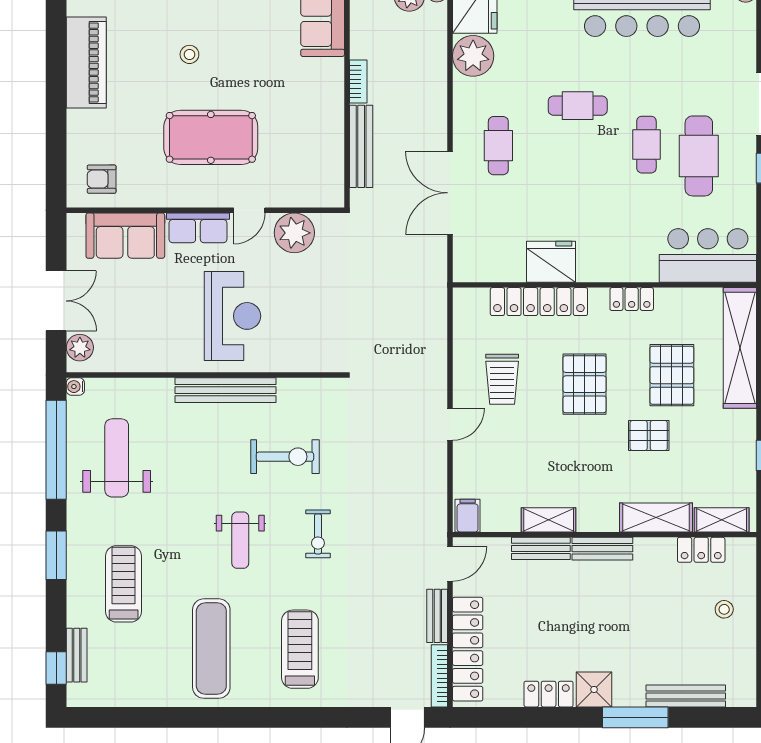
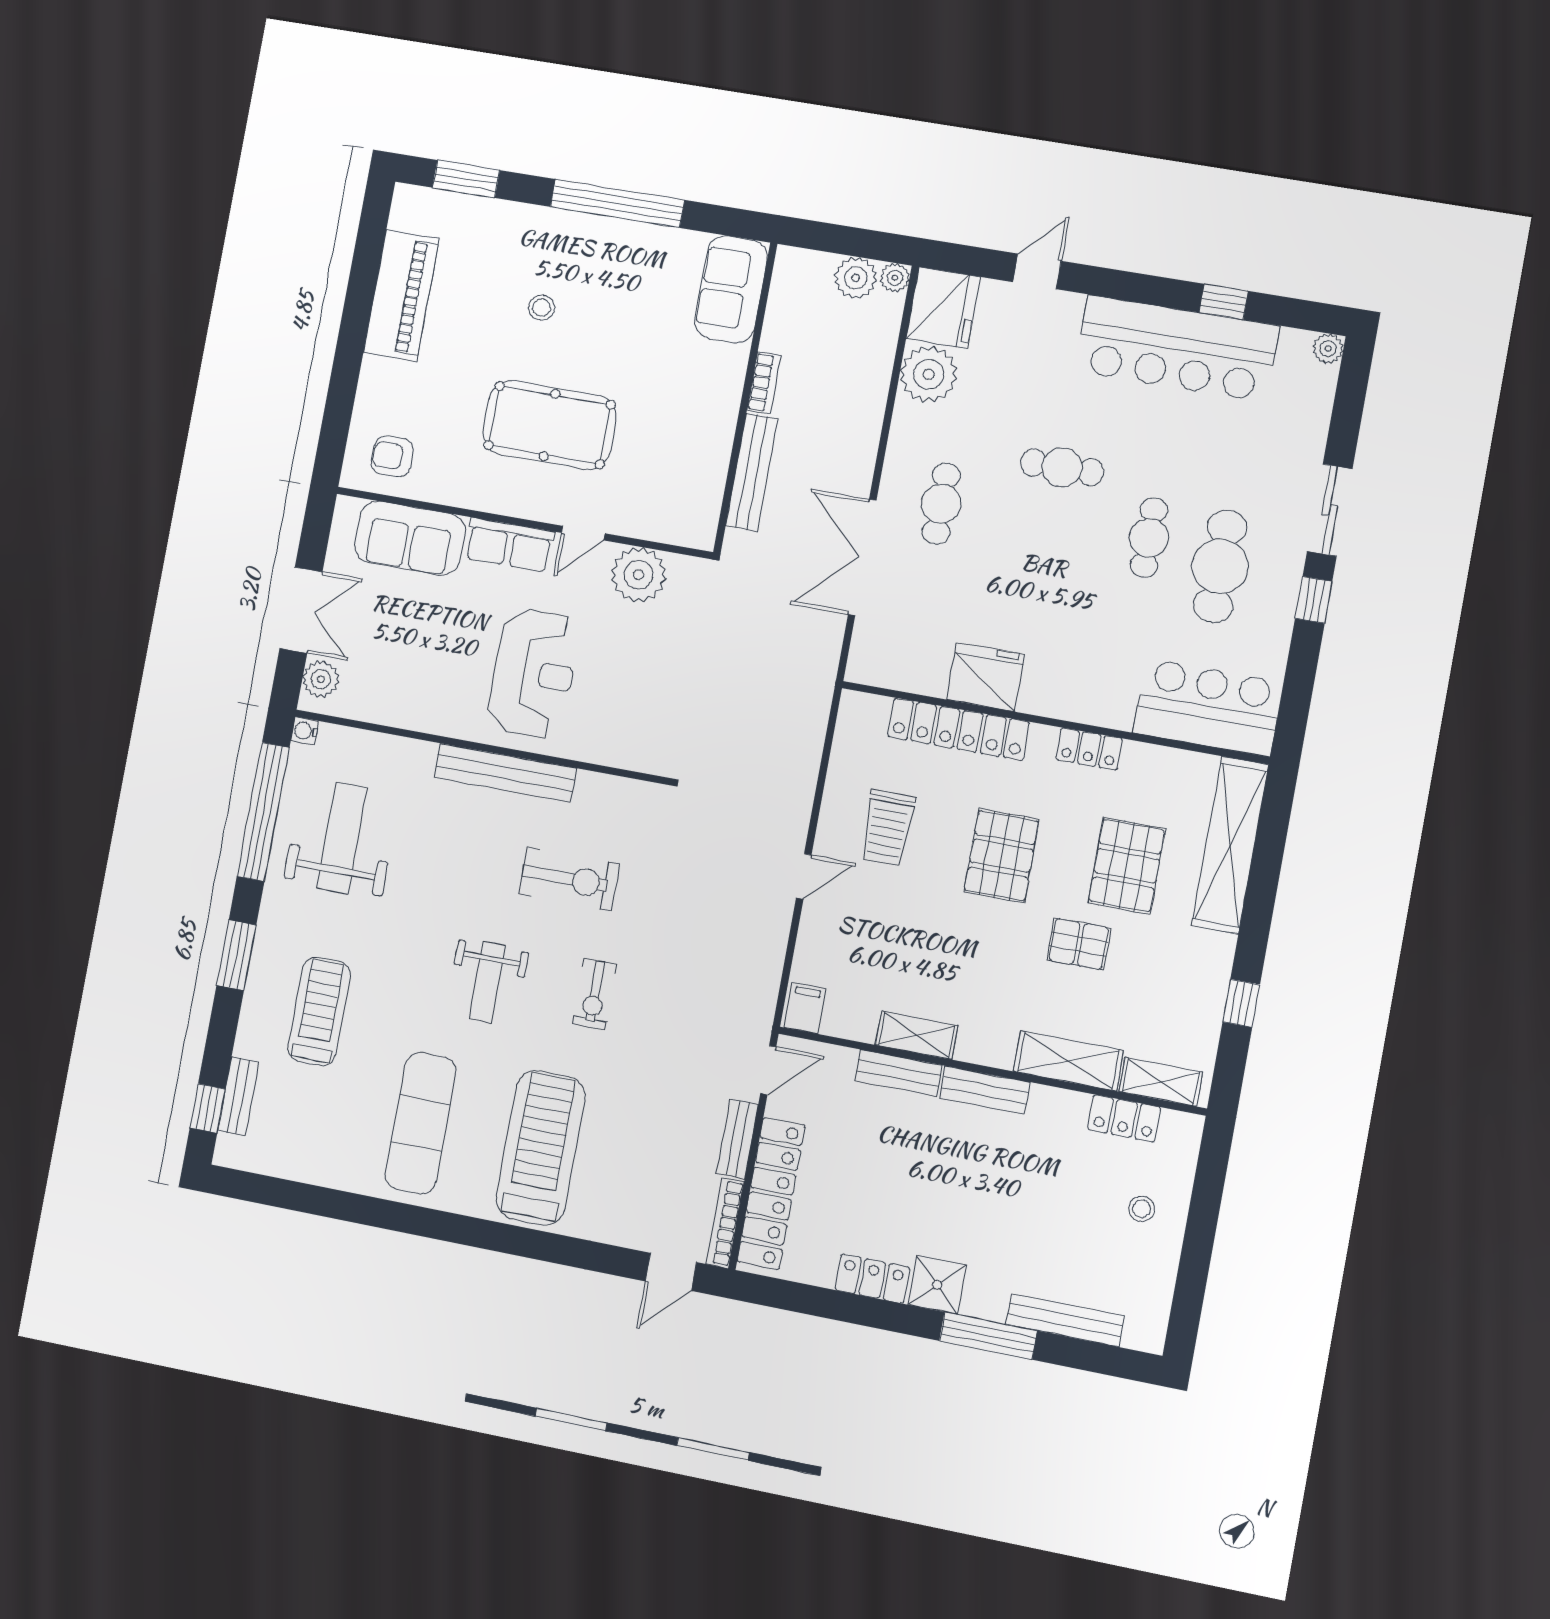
treadmill: (300, 649) -> (541, 1148), width x1.37, depth x1.38

